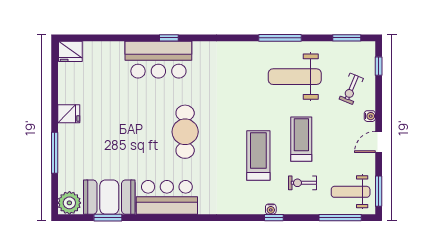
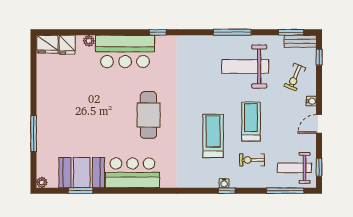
window: (169, 38) -> (158, 32), moved
plant: (117, 48) -> (89, 41), added
bench: (357, 48) -> (300, 41), added
fridge: (69, 114) -> (67, 45), moved, turned 90
window: (379, 191) -> (319, 167), width x0.67
plant: (69, 203) -> (42, 182), width x0.53, depth x0.53

